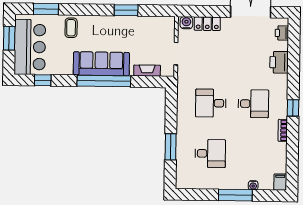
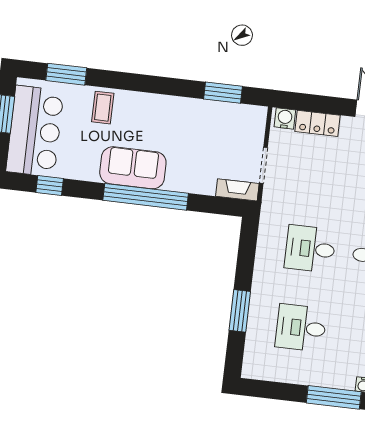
window: (126, 10) -> (223, 93), moved
sofa: (101, 64) -> (133, 168), width x0.73
fireplace: (147, 71) -> (237, 190), moved
desk: (210, 153) -> (301, 328), turned 180

